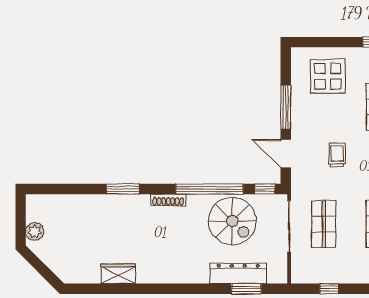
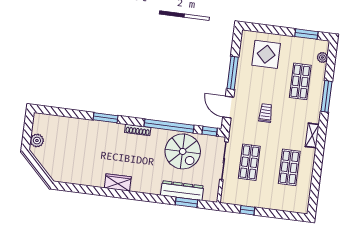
wardrobe: (118, 274) -> (118, 182), moved

